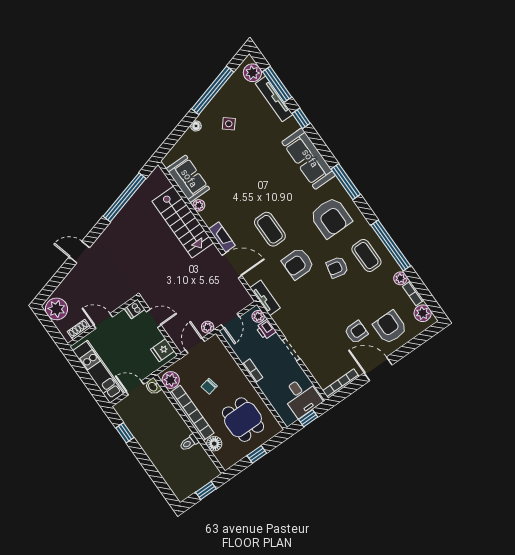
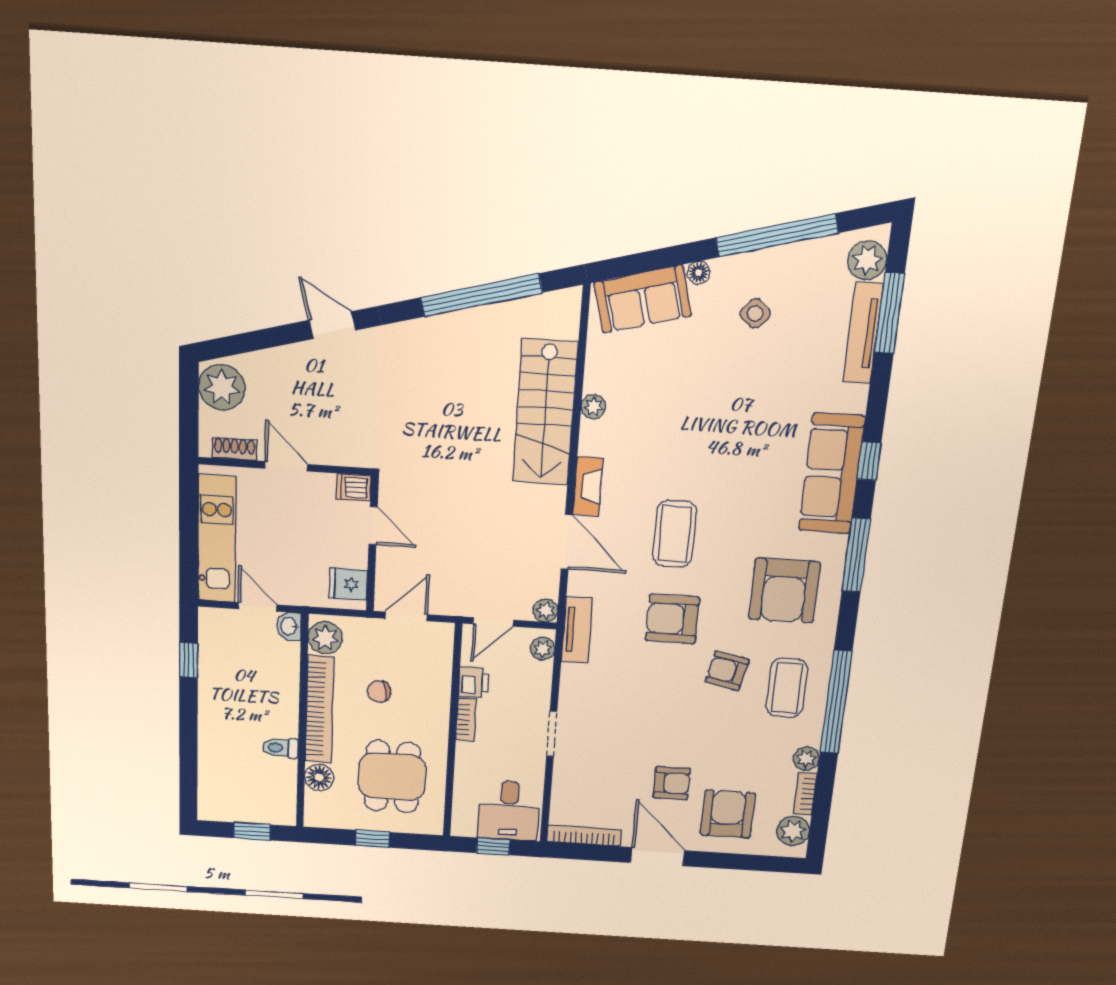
window: (301, 118) -> (869, 461), moved
sofa: (188, 179) -> (643, 299), moved, turned 75
plant: (208, 327) -> (545, 610), moved
printer: (266, 329) -> (474, 682), moved, turned 180

